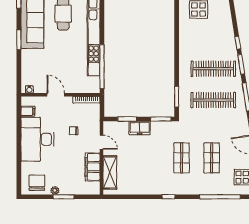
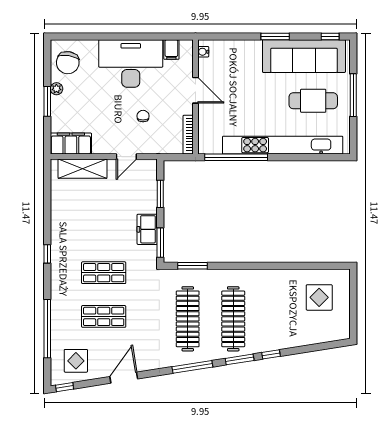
door: (56, 95) -> (196, 90), hinge flipped
freezer: (140, 128) -> (147, 229), moved
filing cabinet: (93, 167) -> (71, 144), moved
chair: (37, 183) -> (68, 63), turned 99

